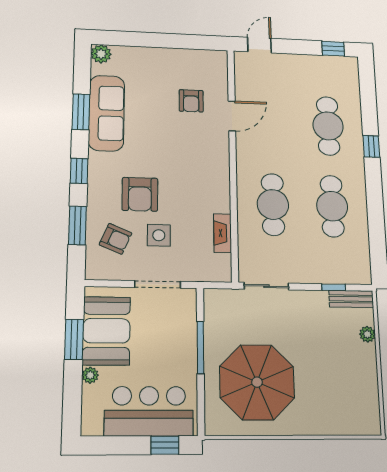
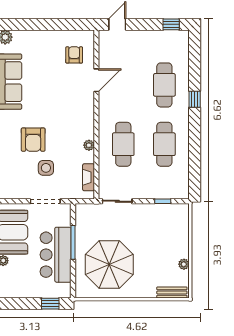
armchair: (191, 101) -> (74, 55), moved, turned 180
plant: (223, 205) -> (89, 145), added
fireplace: (223, 233) -> (89, 177), moved
armchair: (116, 239) -> (18, 171), removed
bench: (351, 299) -> (172, 292), moved
plant: (367, 334) -> (184, 264), moved
bar counter: (149, 411) -> (56, 255), moved, turned -90

